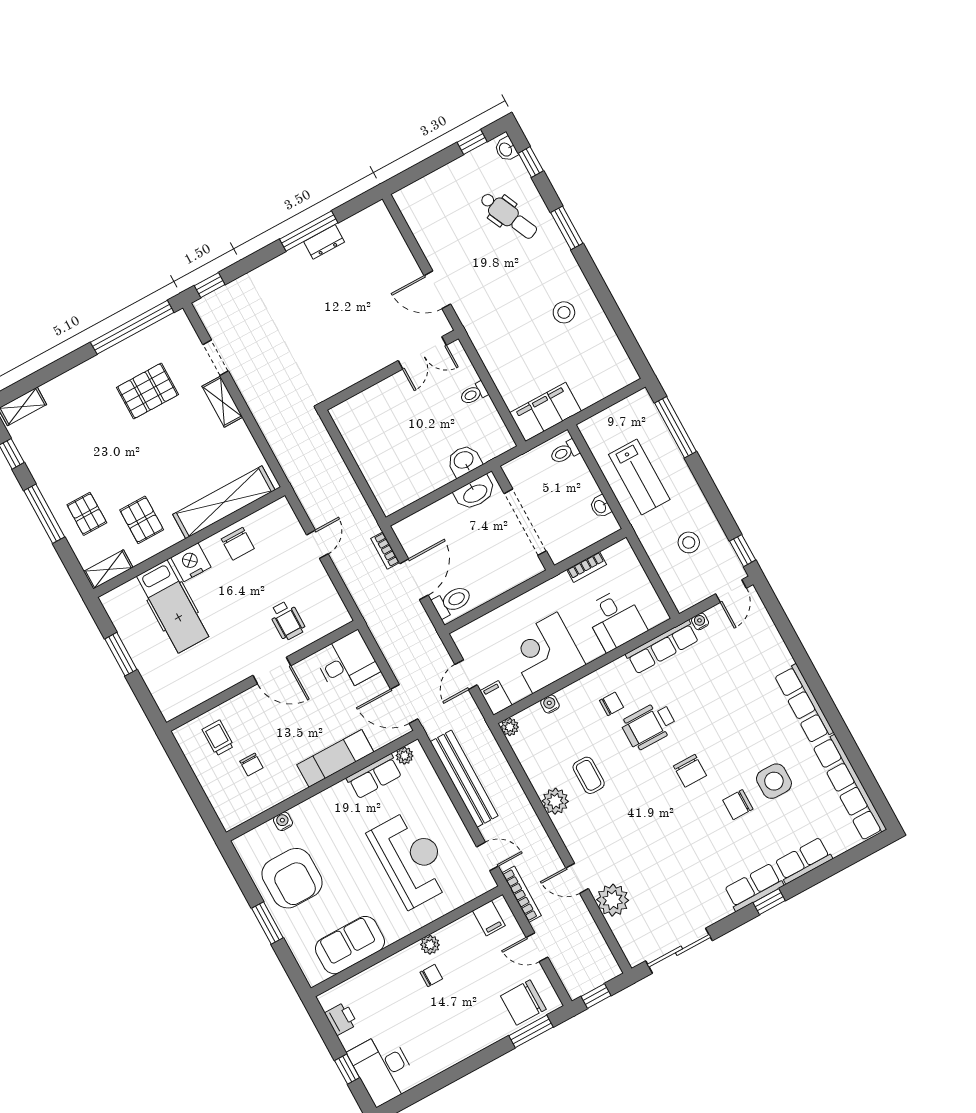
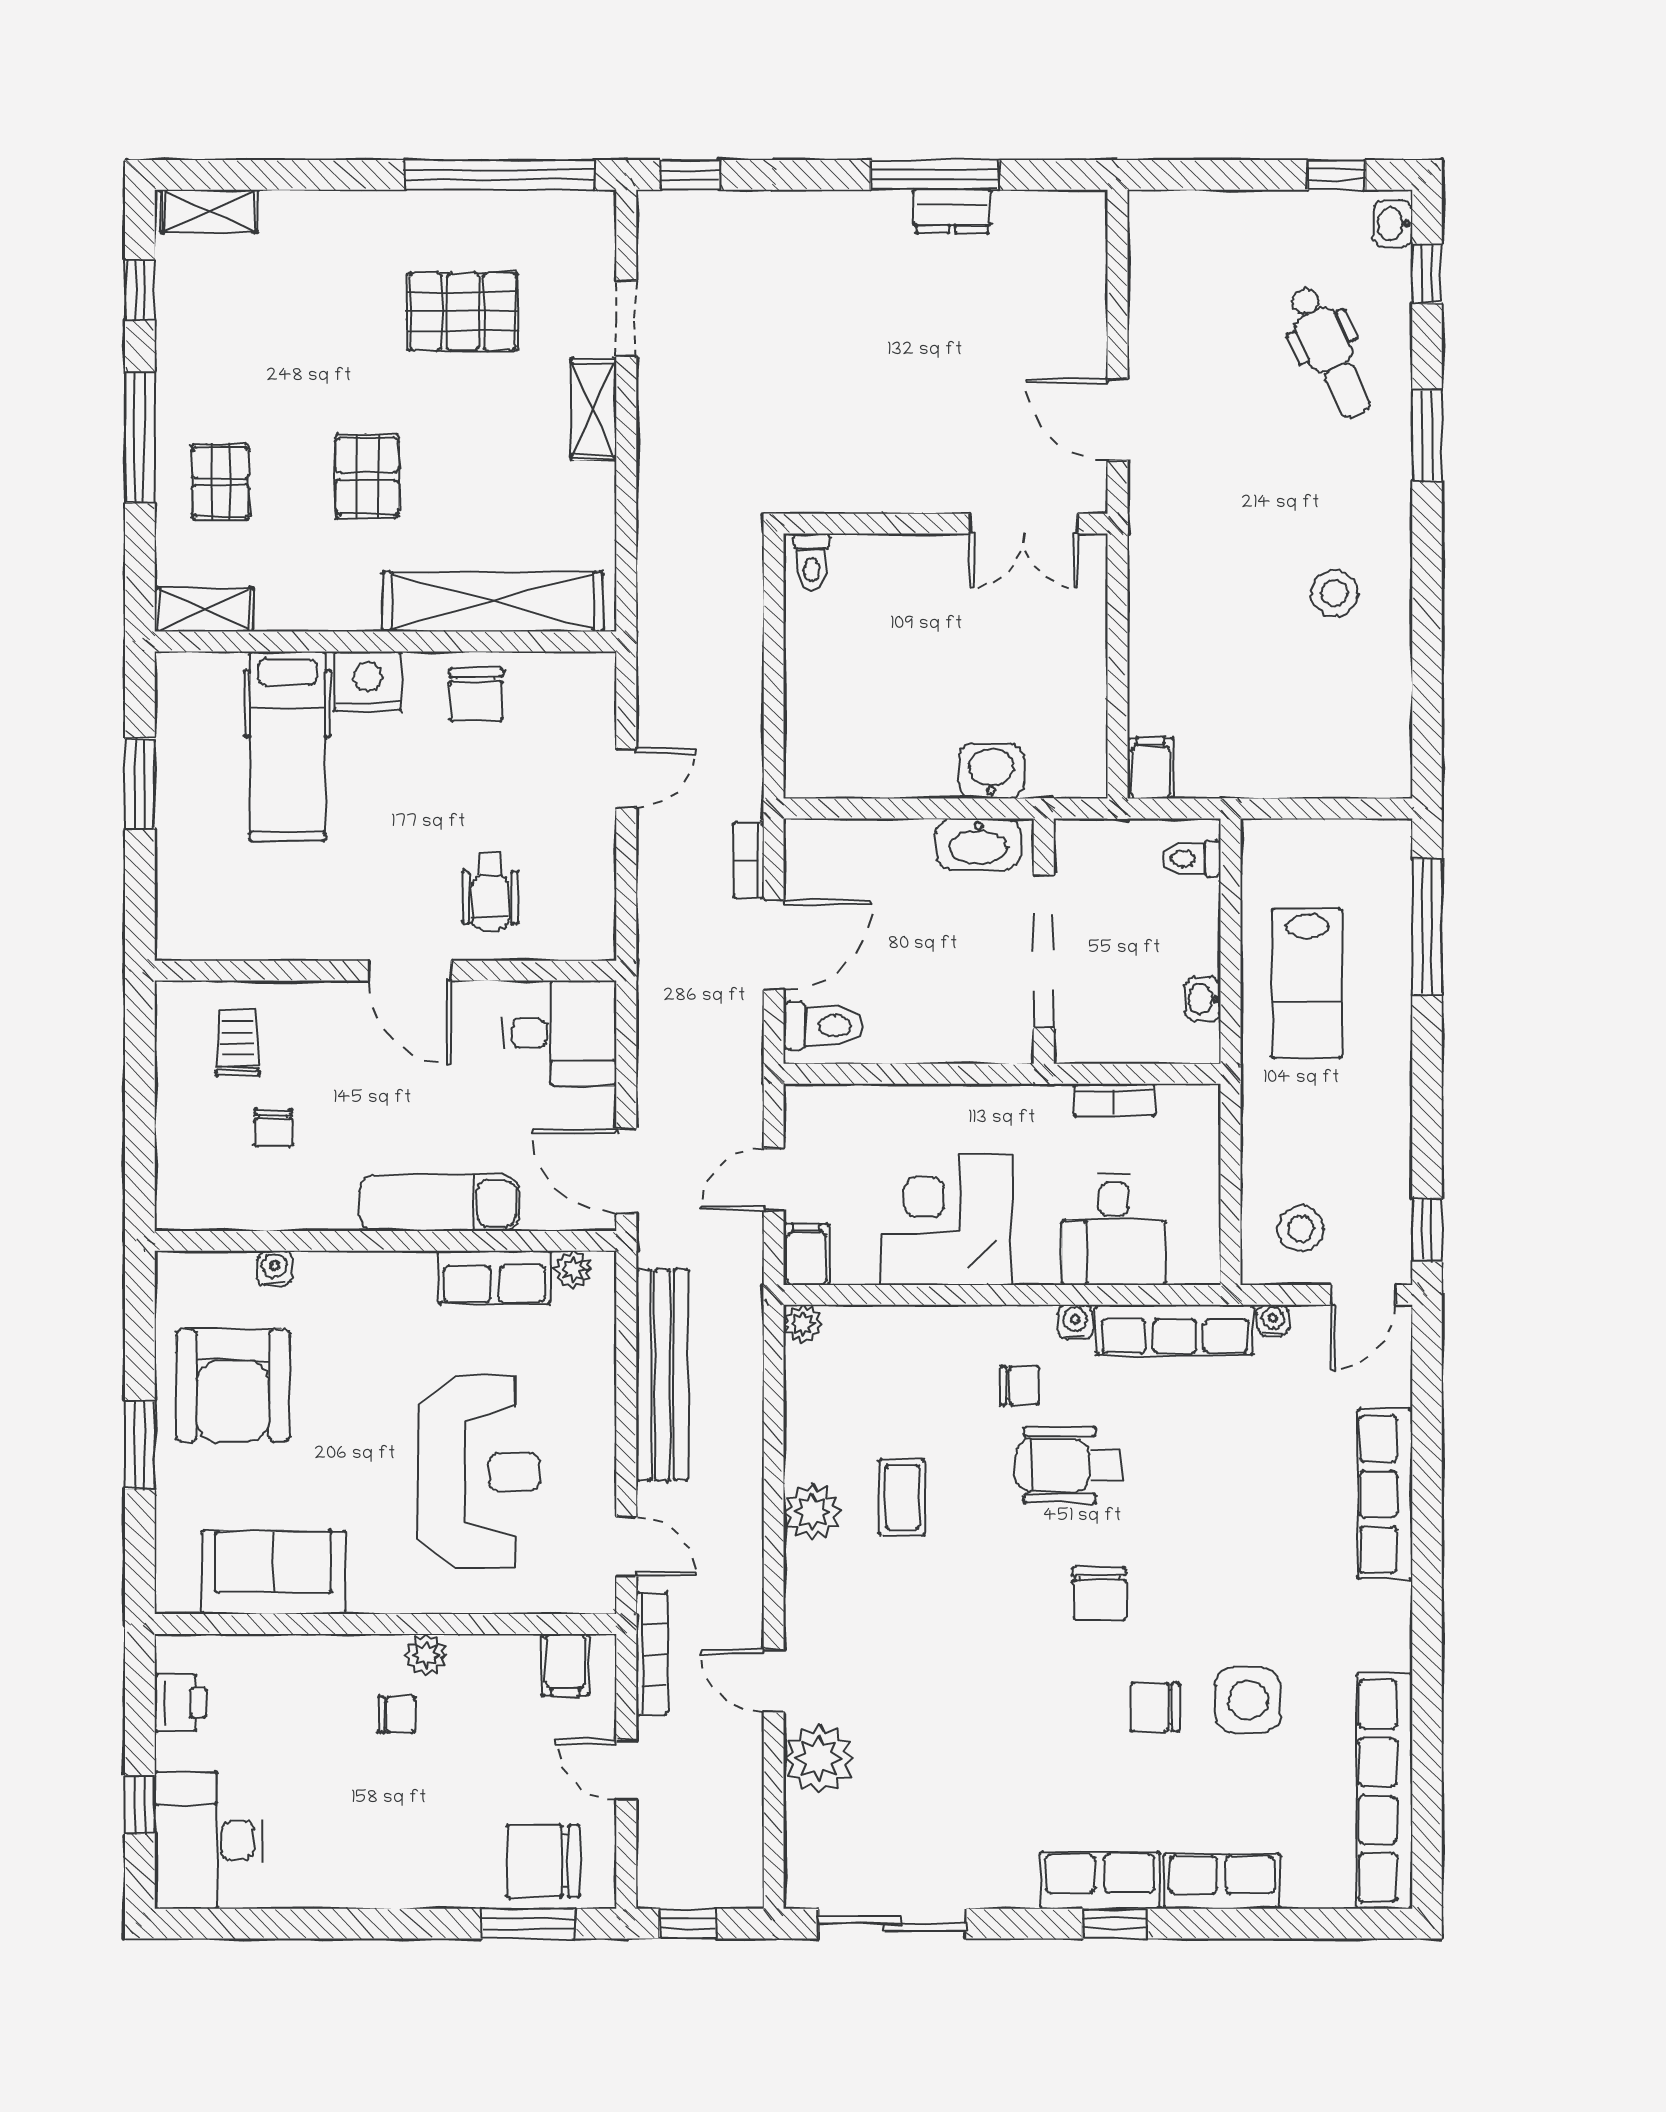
toilet: (474, 394) -> (812, 562), moved, turned -90
filing cabinet: (545, 412) -> (1150, 768), width x0.33, depth x0.86
pallet: (142, 520) -> (367, 476), moved
stool: (689, 542) -> (1301, 1229), moved
water cooler: (550, 704) -> (1075, 1322), moved
row of seats: (804, 704) -> (1385, 1494), moved

